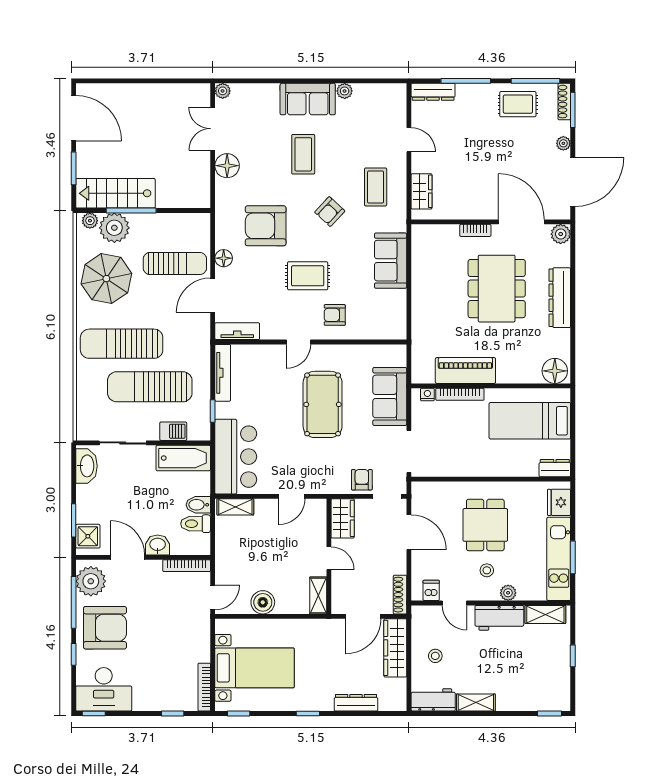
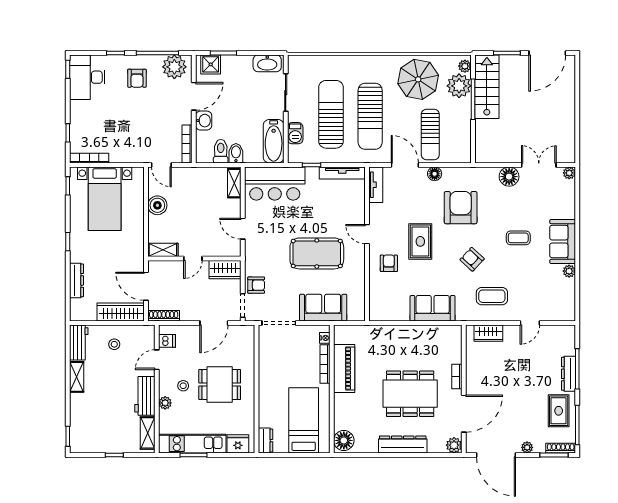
dresser: (433, 92) -> (569, 374), moved
coffee table: (303, 154) -> (518, 238), width x0.73, depth x0.77
sun lounger: (122, 344) -> (370, 116), moved, turned 180
armchair: (105, 628) -> (137, 78), width x0.53, depth x0.53

